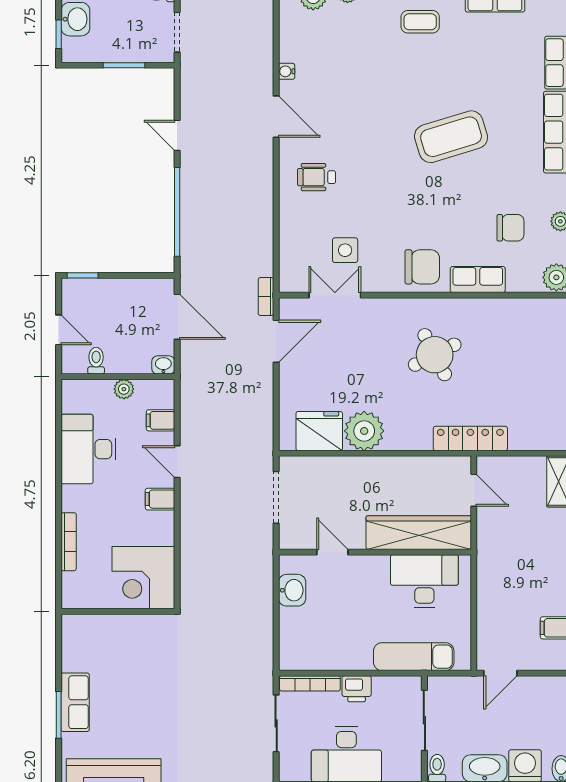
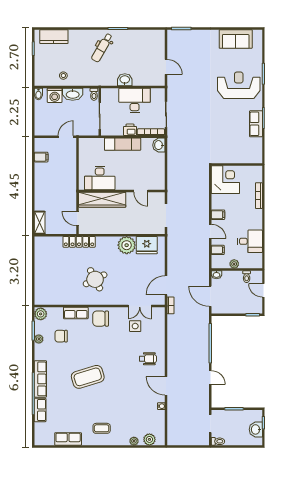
desk: (88, 449) -> (250, 241), width x0.73
washbasin: (292, 590) -> (159, 145), moved
exam couch: (414, 657) -> (123, 144), moved

